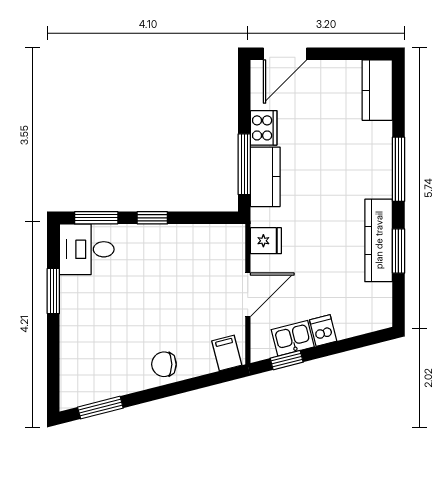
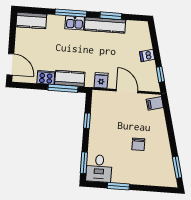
window: (152, 218) -> (87, 121), moved
kitchen sink: (293, 338) -> (75, 23), moved, turned -76
chair: (164, 364) -> (138, 144), moved

